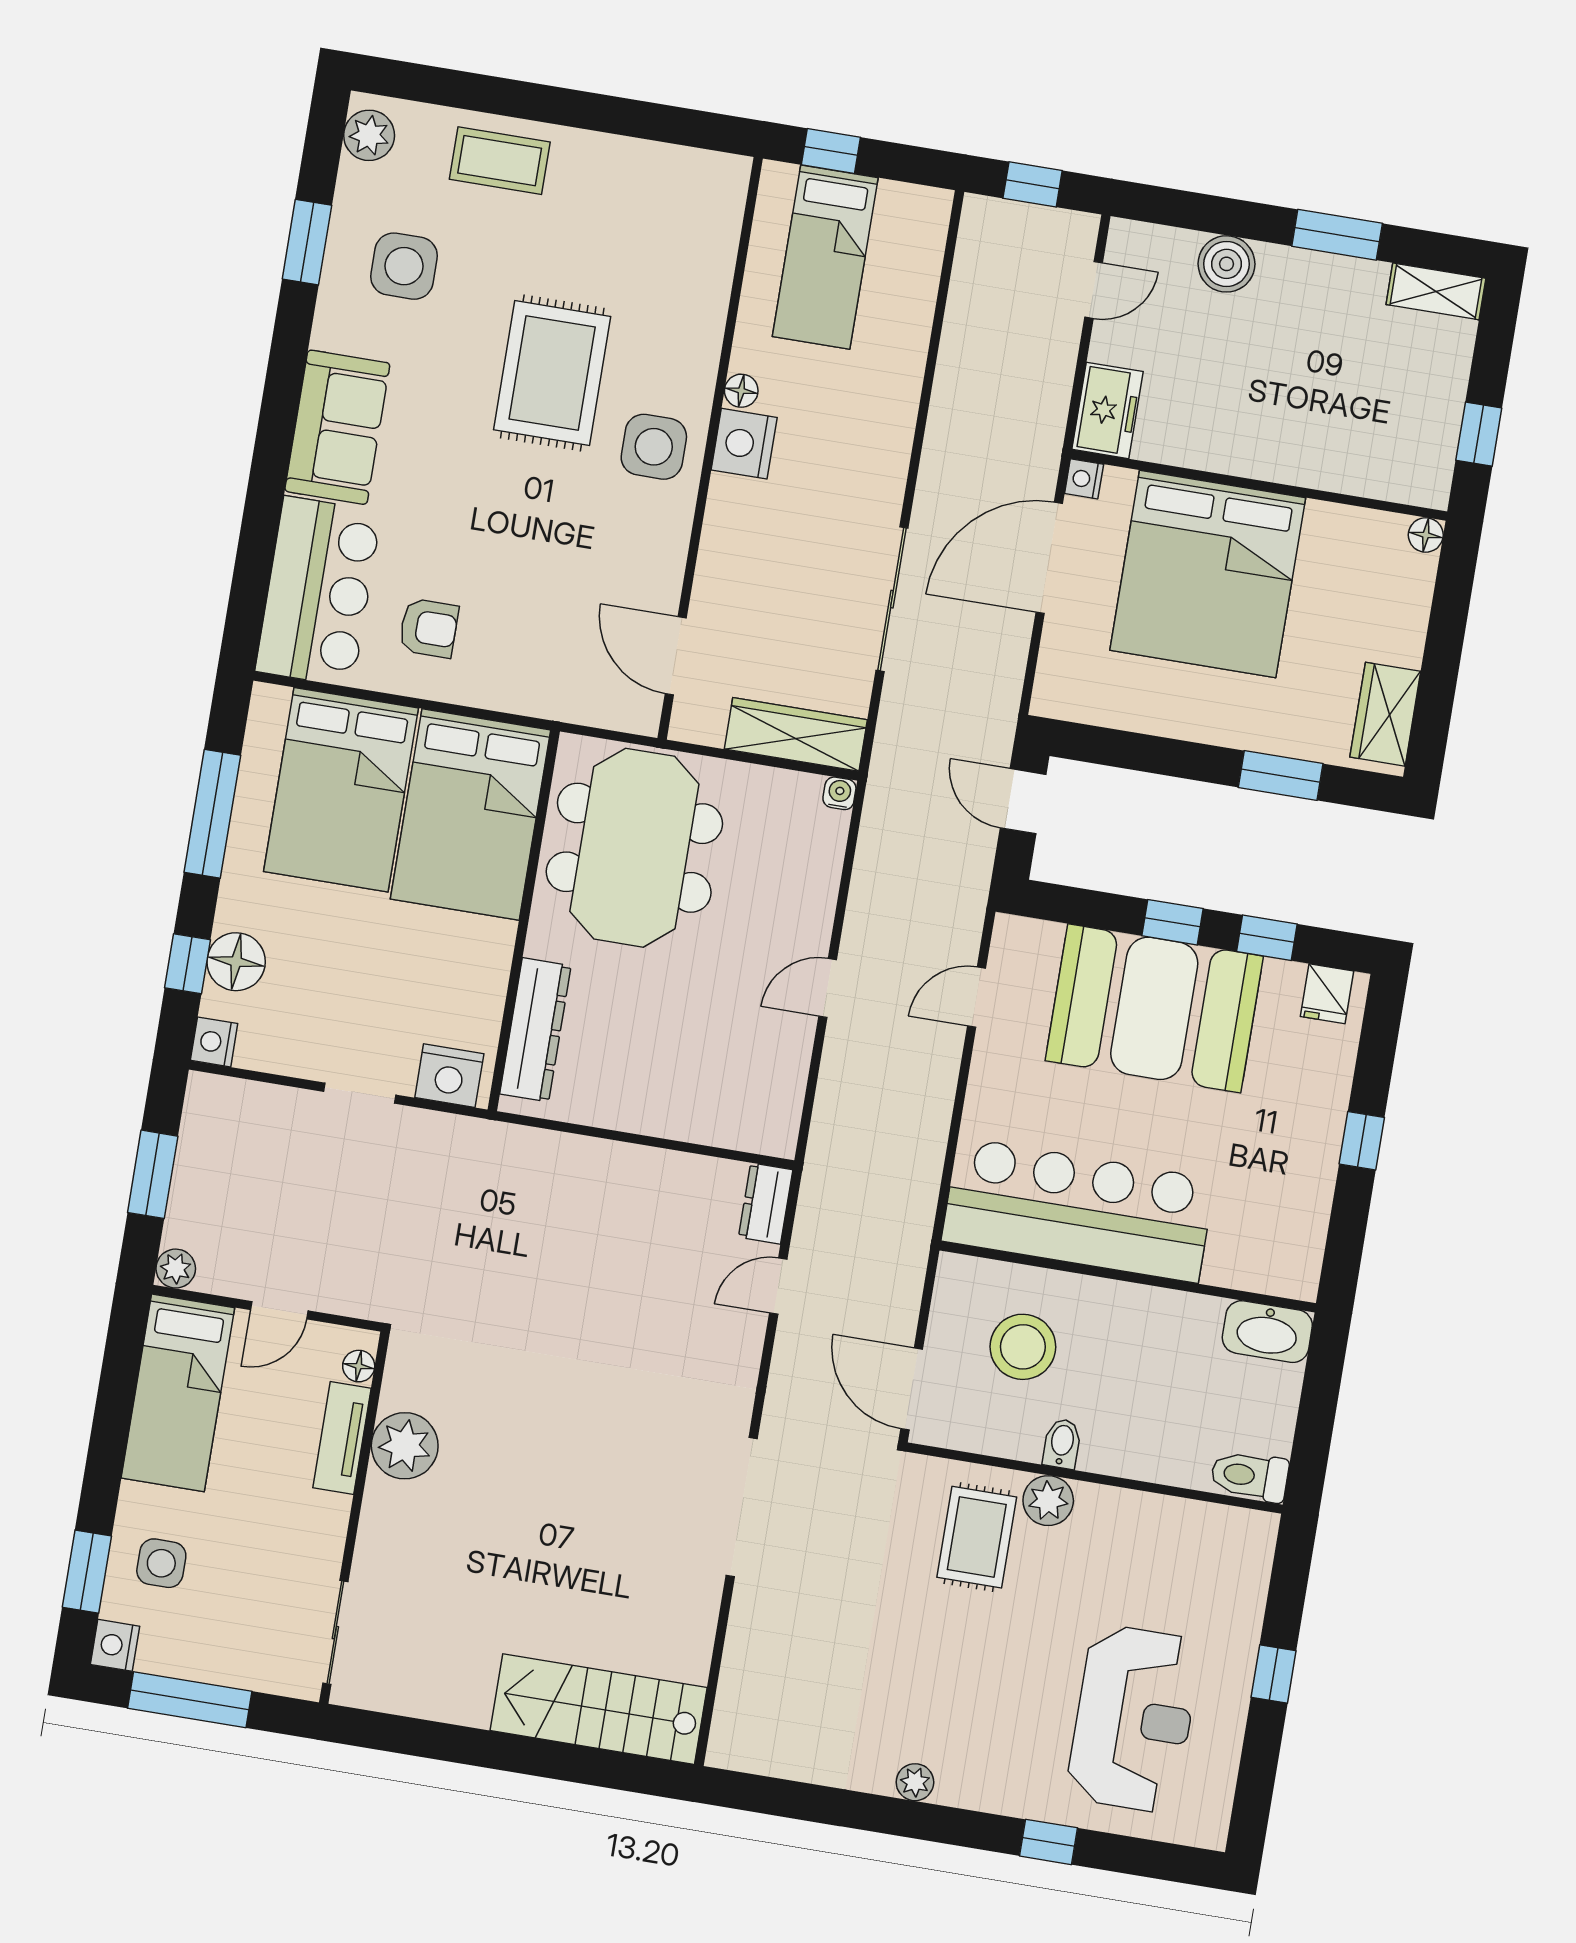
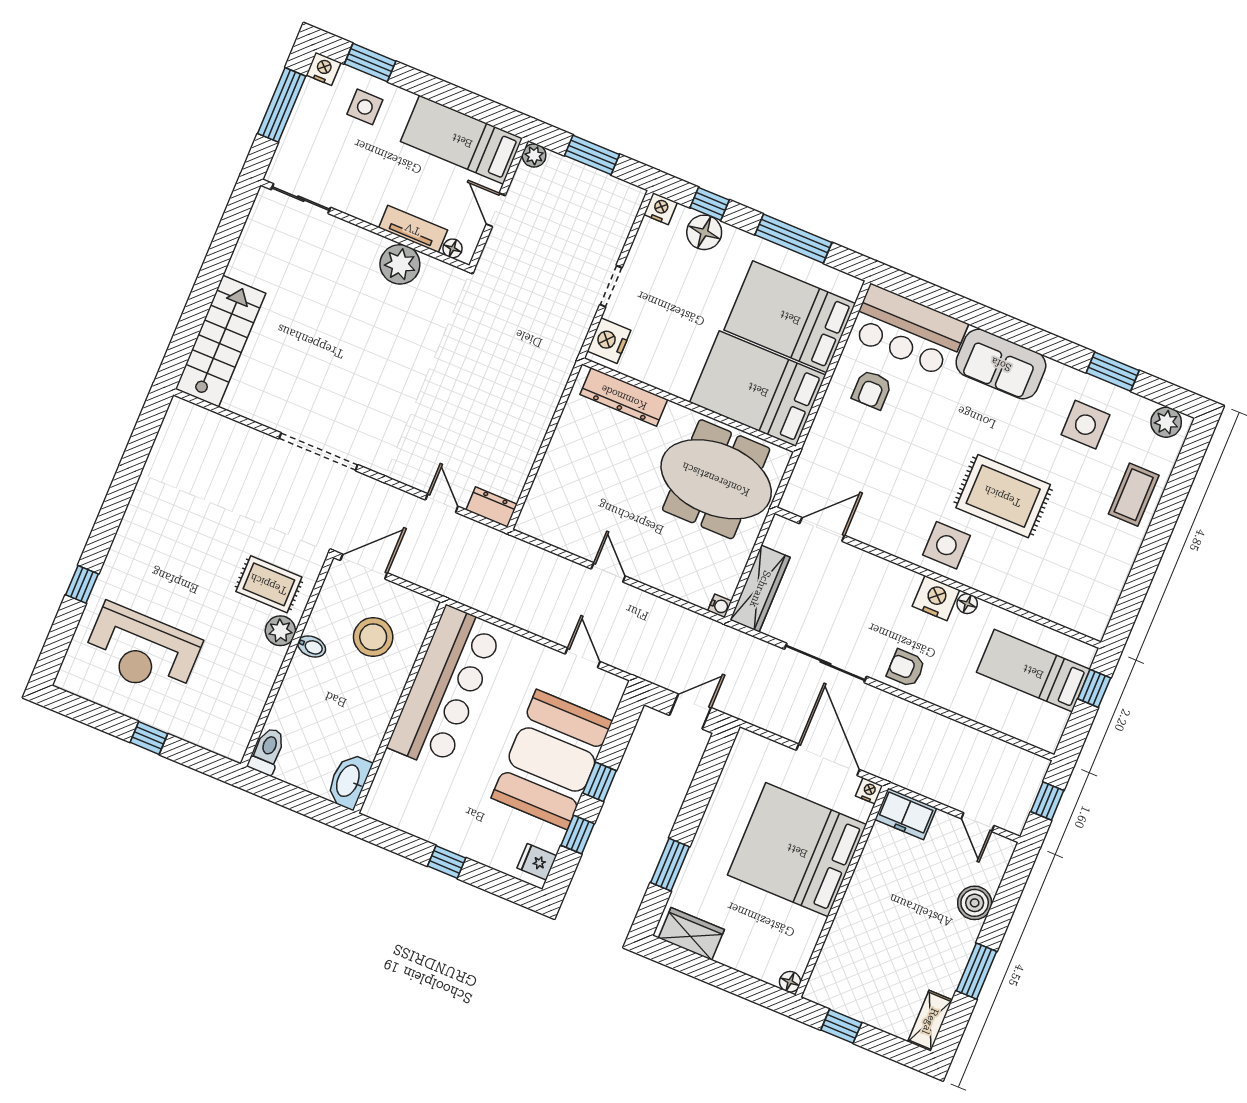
armchair: (870, 466) -> (906, 668), added
plant: (915, 1782) -> (135, 515), removed

